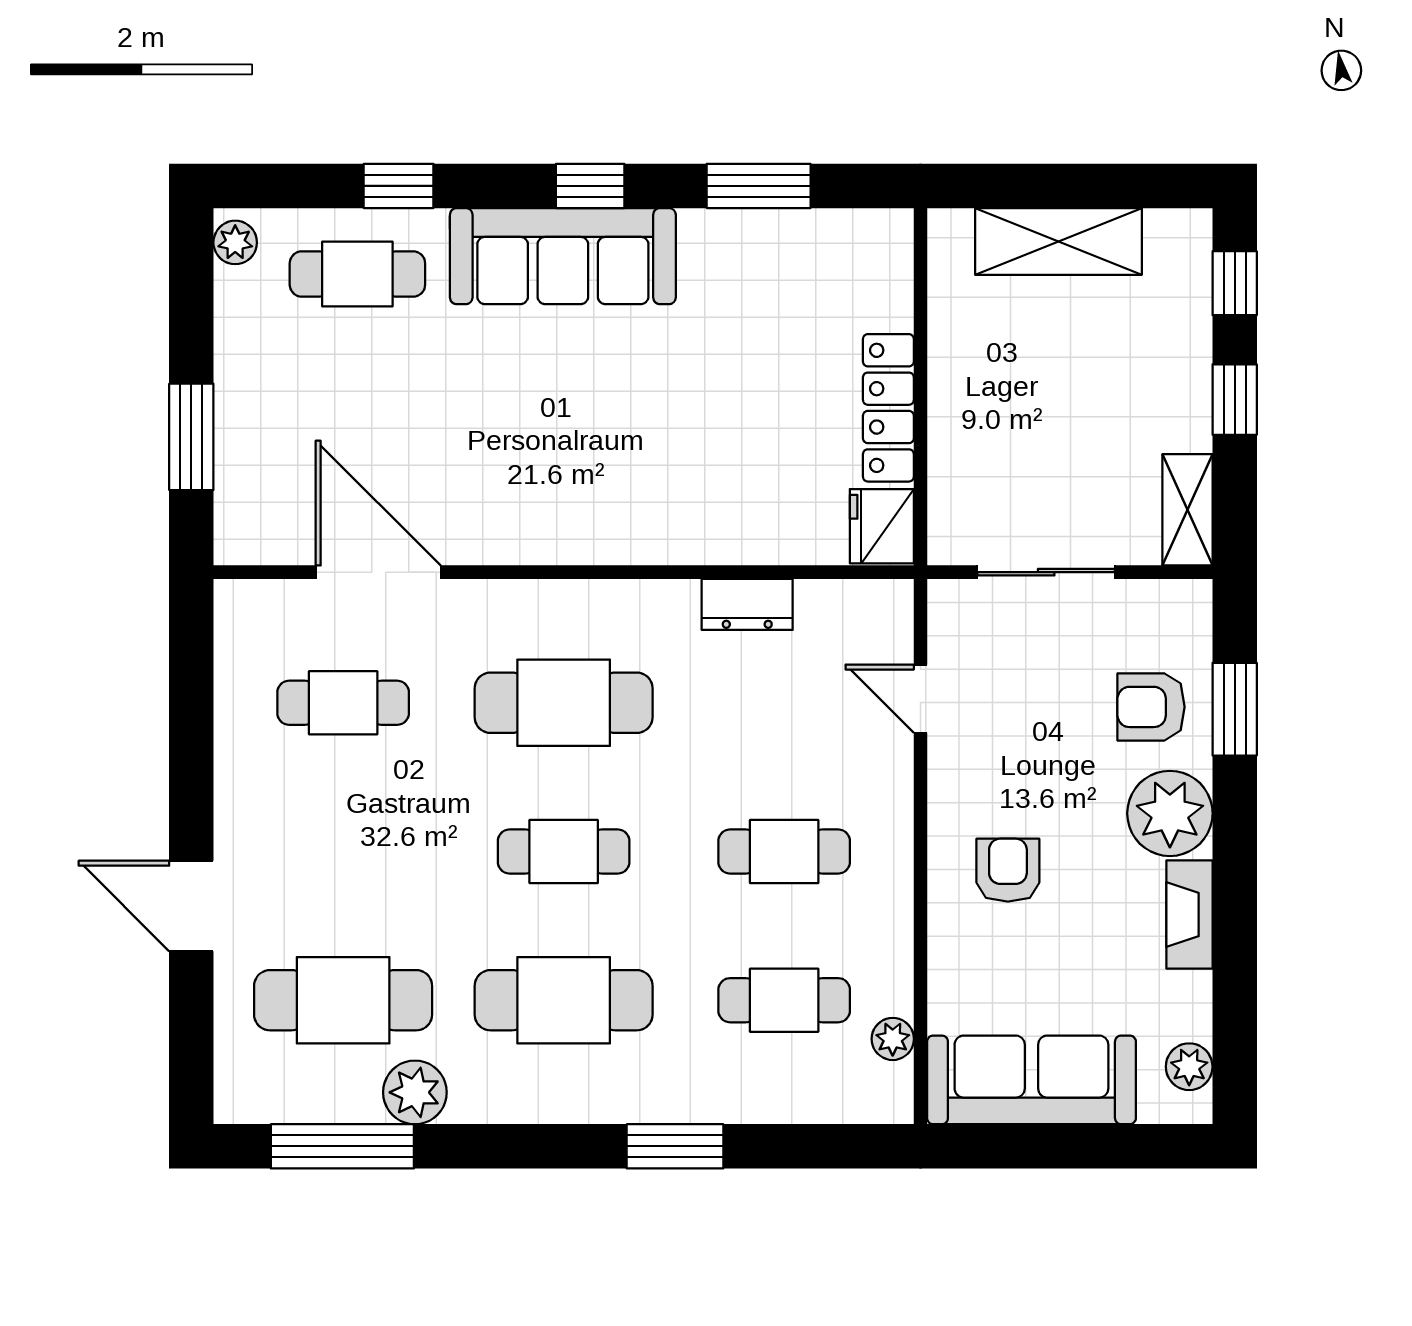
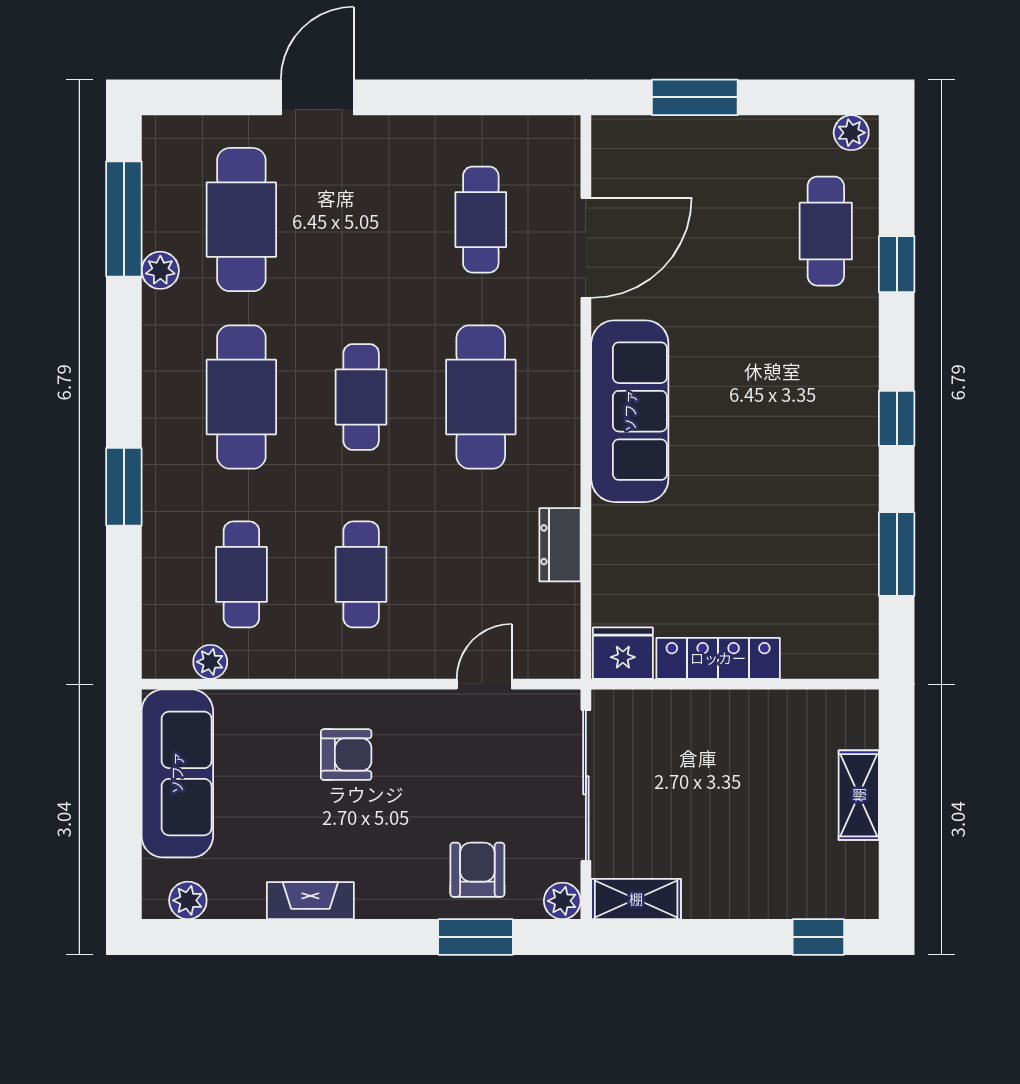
shelving: (1058, 241) -> (859, 795), width x0.67, depth x0.75
sofa: (563, 256) -> (630, 411), moved, turned 180
window: (1235, 400) -> (725, 937), removed
sliding door: (1046, 572) -> (586, 785), width x1.37
plant: (1170, 813) -> (562, 901), moved, width x0.53, depth x0.53
plant: (415, 1092) -> (160, 270), width x0.73, depth x0.73

